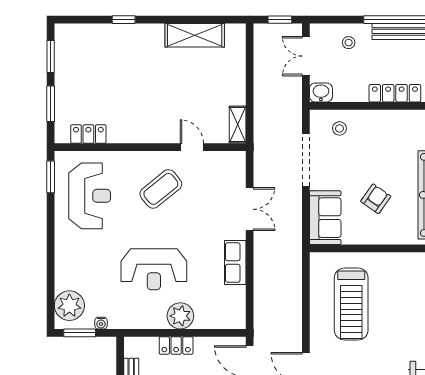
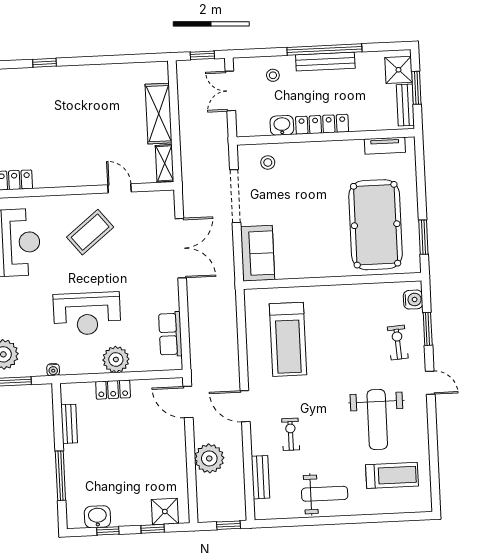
shelving: (195, 35) -> (159, 114), moved, turned 90
washbasin: (321, 92) -> (282, 125), moved
armchair: (376, 199) -> (308, 232), removed
double door: (250, 209) -> (181, 248), width x1.37
row of seats: (235, 262) -> (170, 334), moved
water cooler: (101, 323) -> (53, 370), moved

